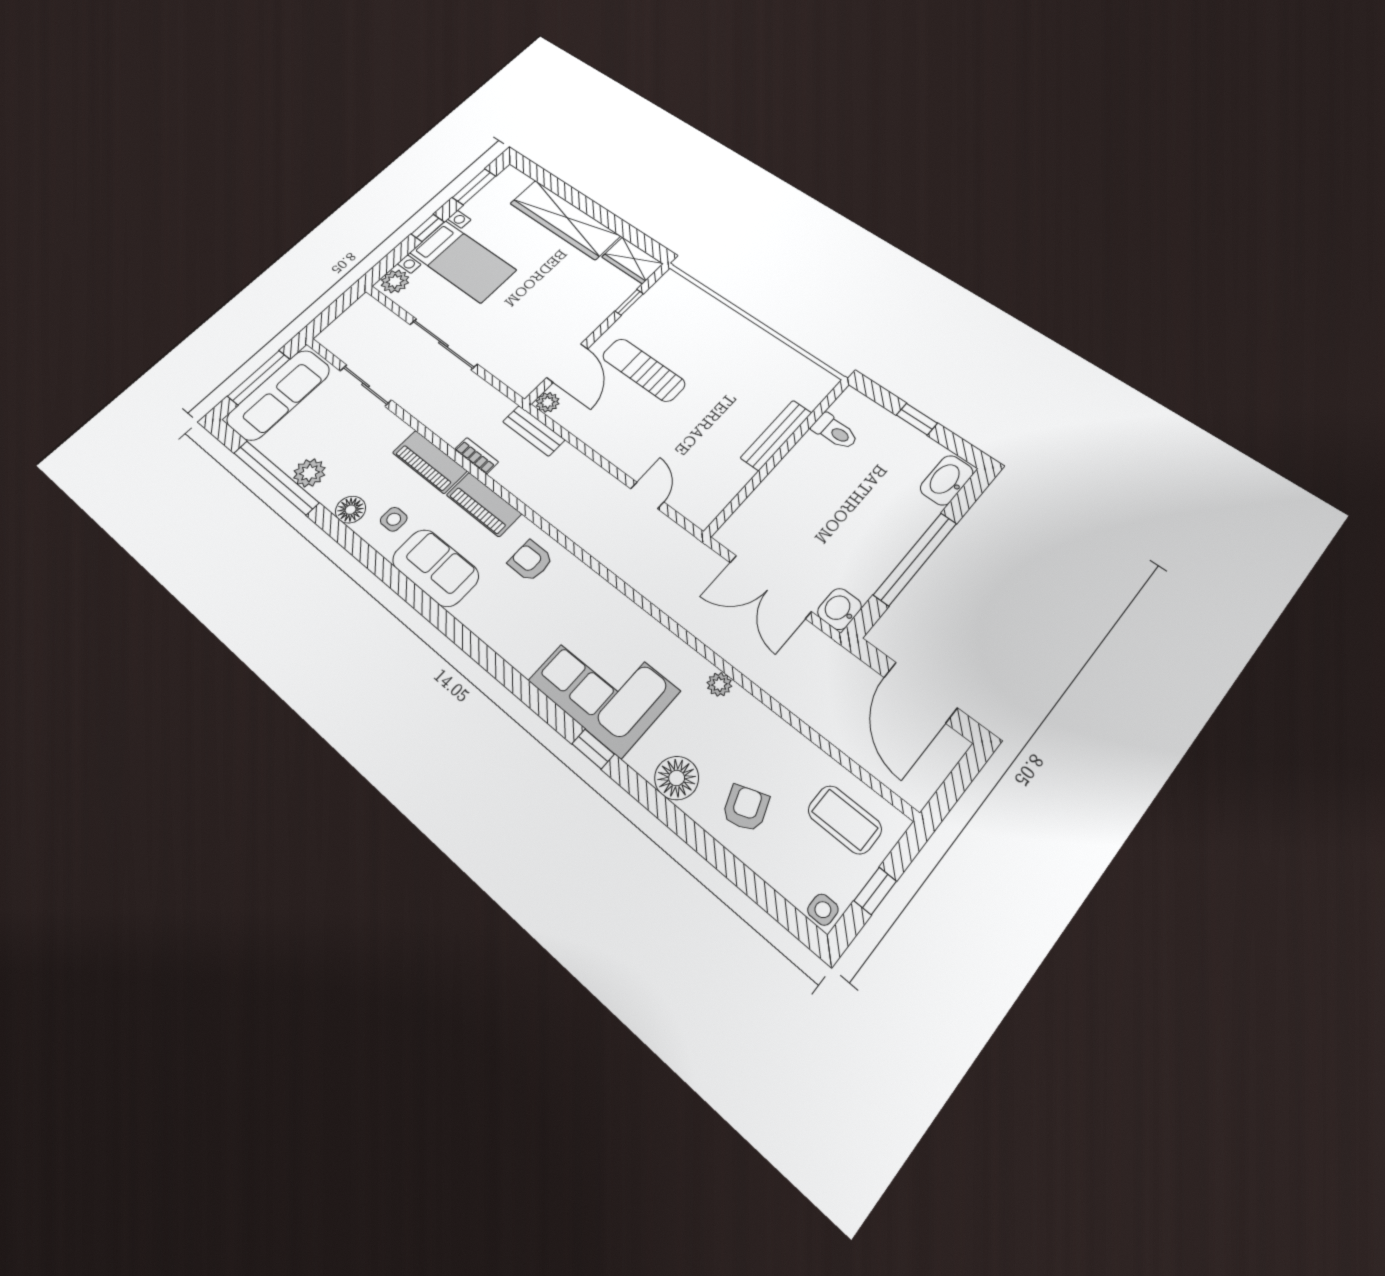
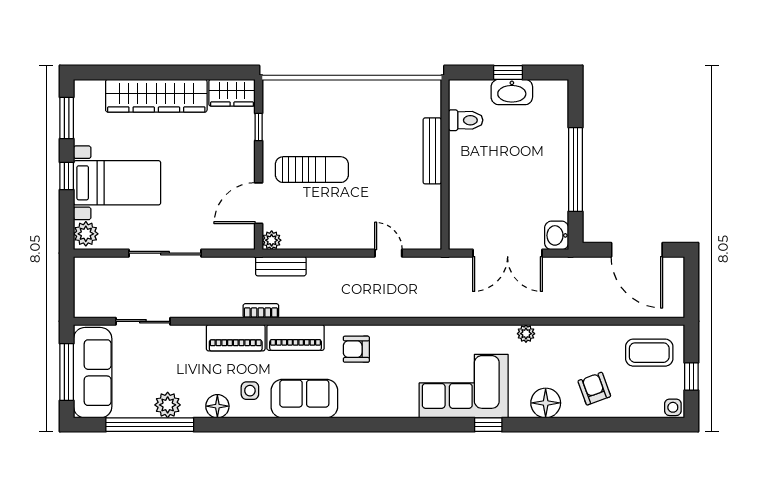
door: (567, 363) -> (259, 203), swing flipped
sun lounger: (644, 370) -> (312, 170), turned 180
washbasin: (947, 480) -> (512, 92), moved, turned -90

